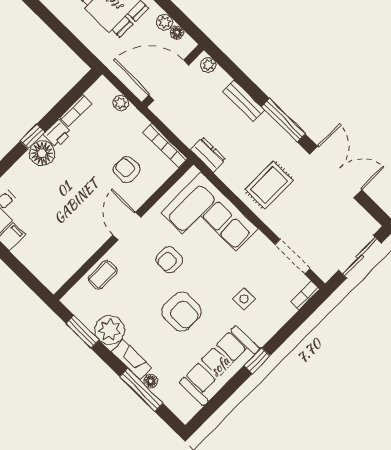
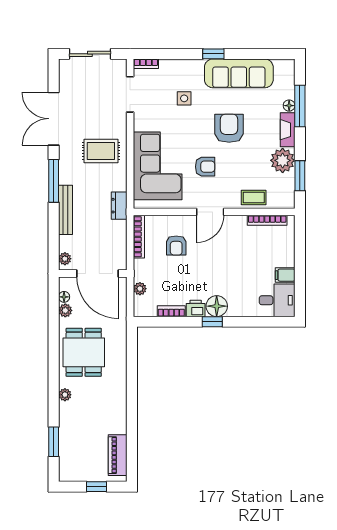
bench: (244, 101) -> (65, 210), width x1.36
bookcase: (72, 267) -> (267, 220), added

